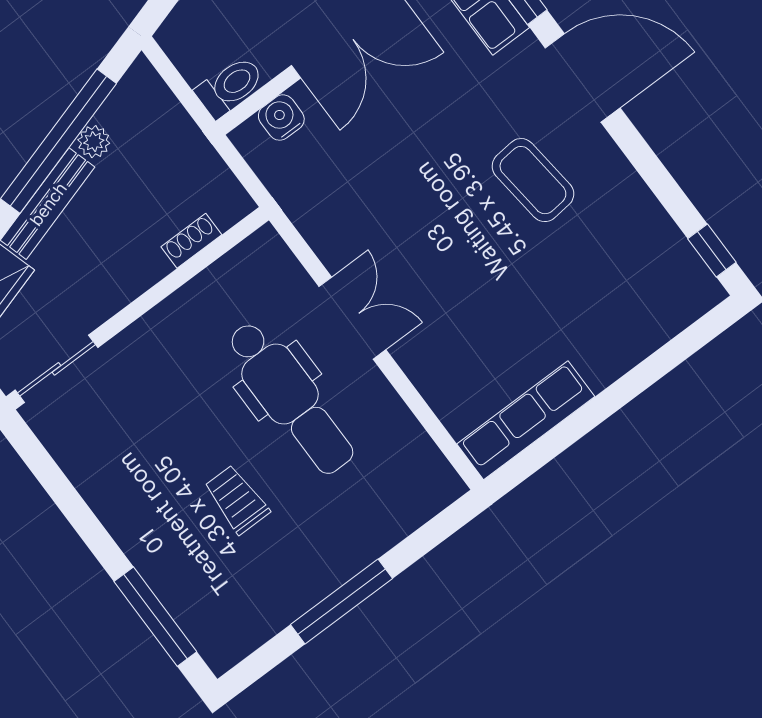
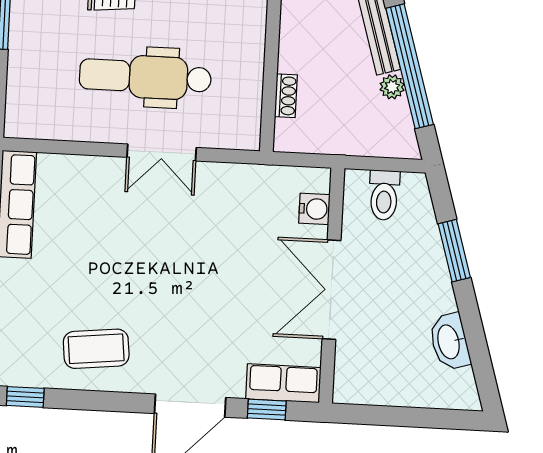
toilet: (230, 87) -> (384, 195), moved
coffee table: (533, 180) -> (96, 349), moved

